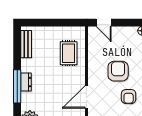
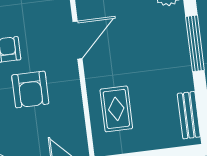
dresser: (26, 82) -> (181, 52), removed

